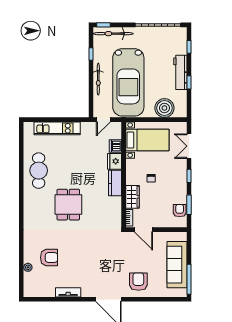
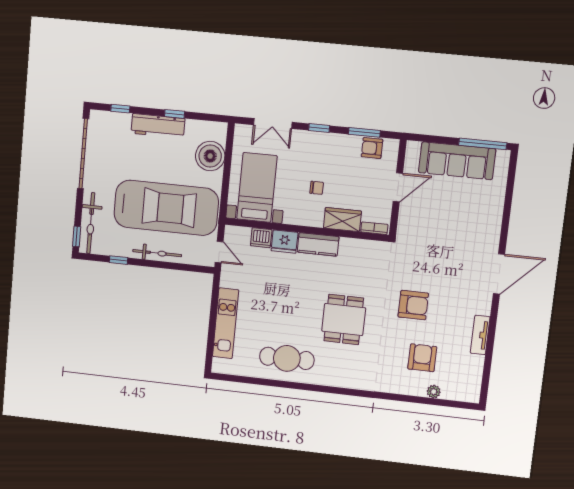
dining table: (68, 205) -> (344, 319), turned 90
door: (144, 230) -> (398, 187), moved
armchair: (138, 282) -> (413, 305), moved, turned 180

